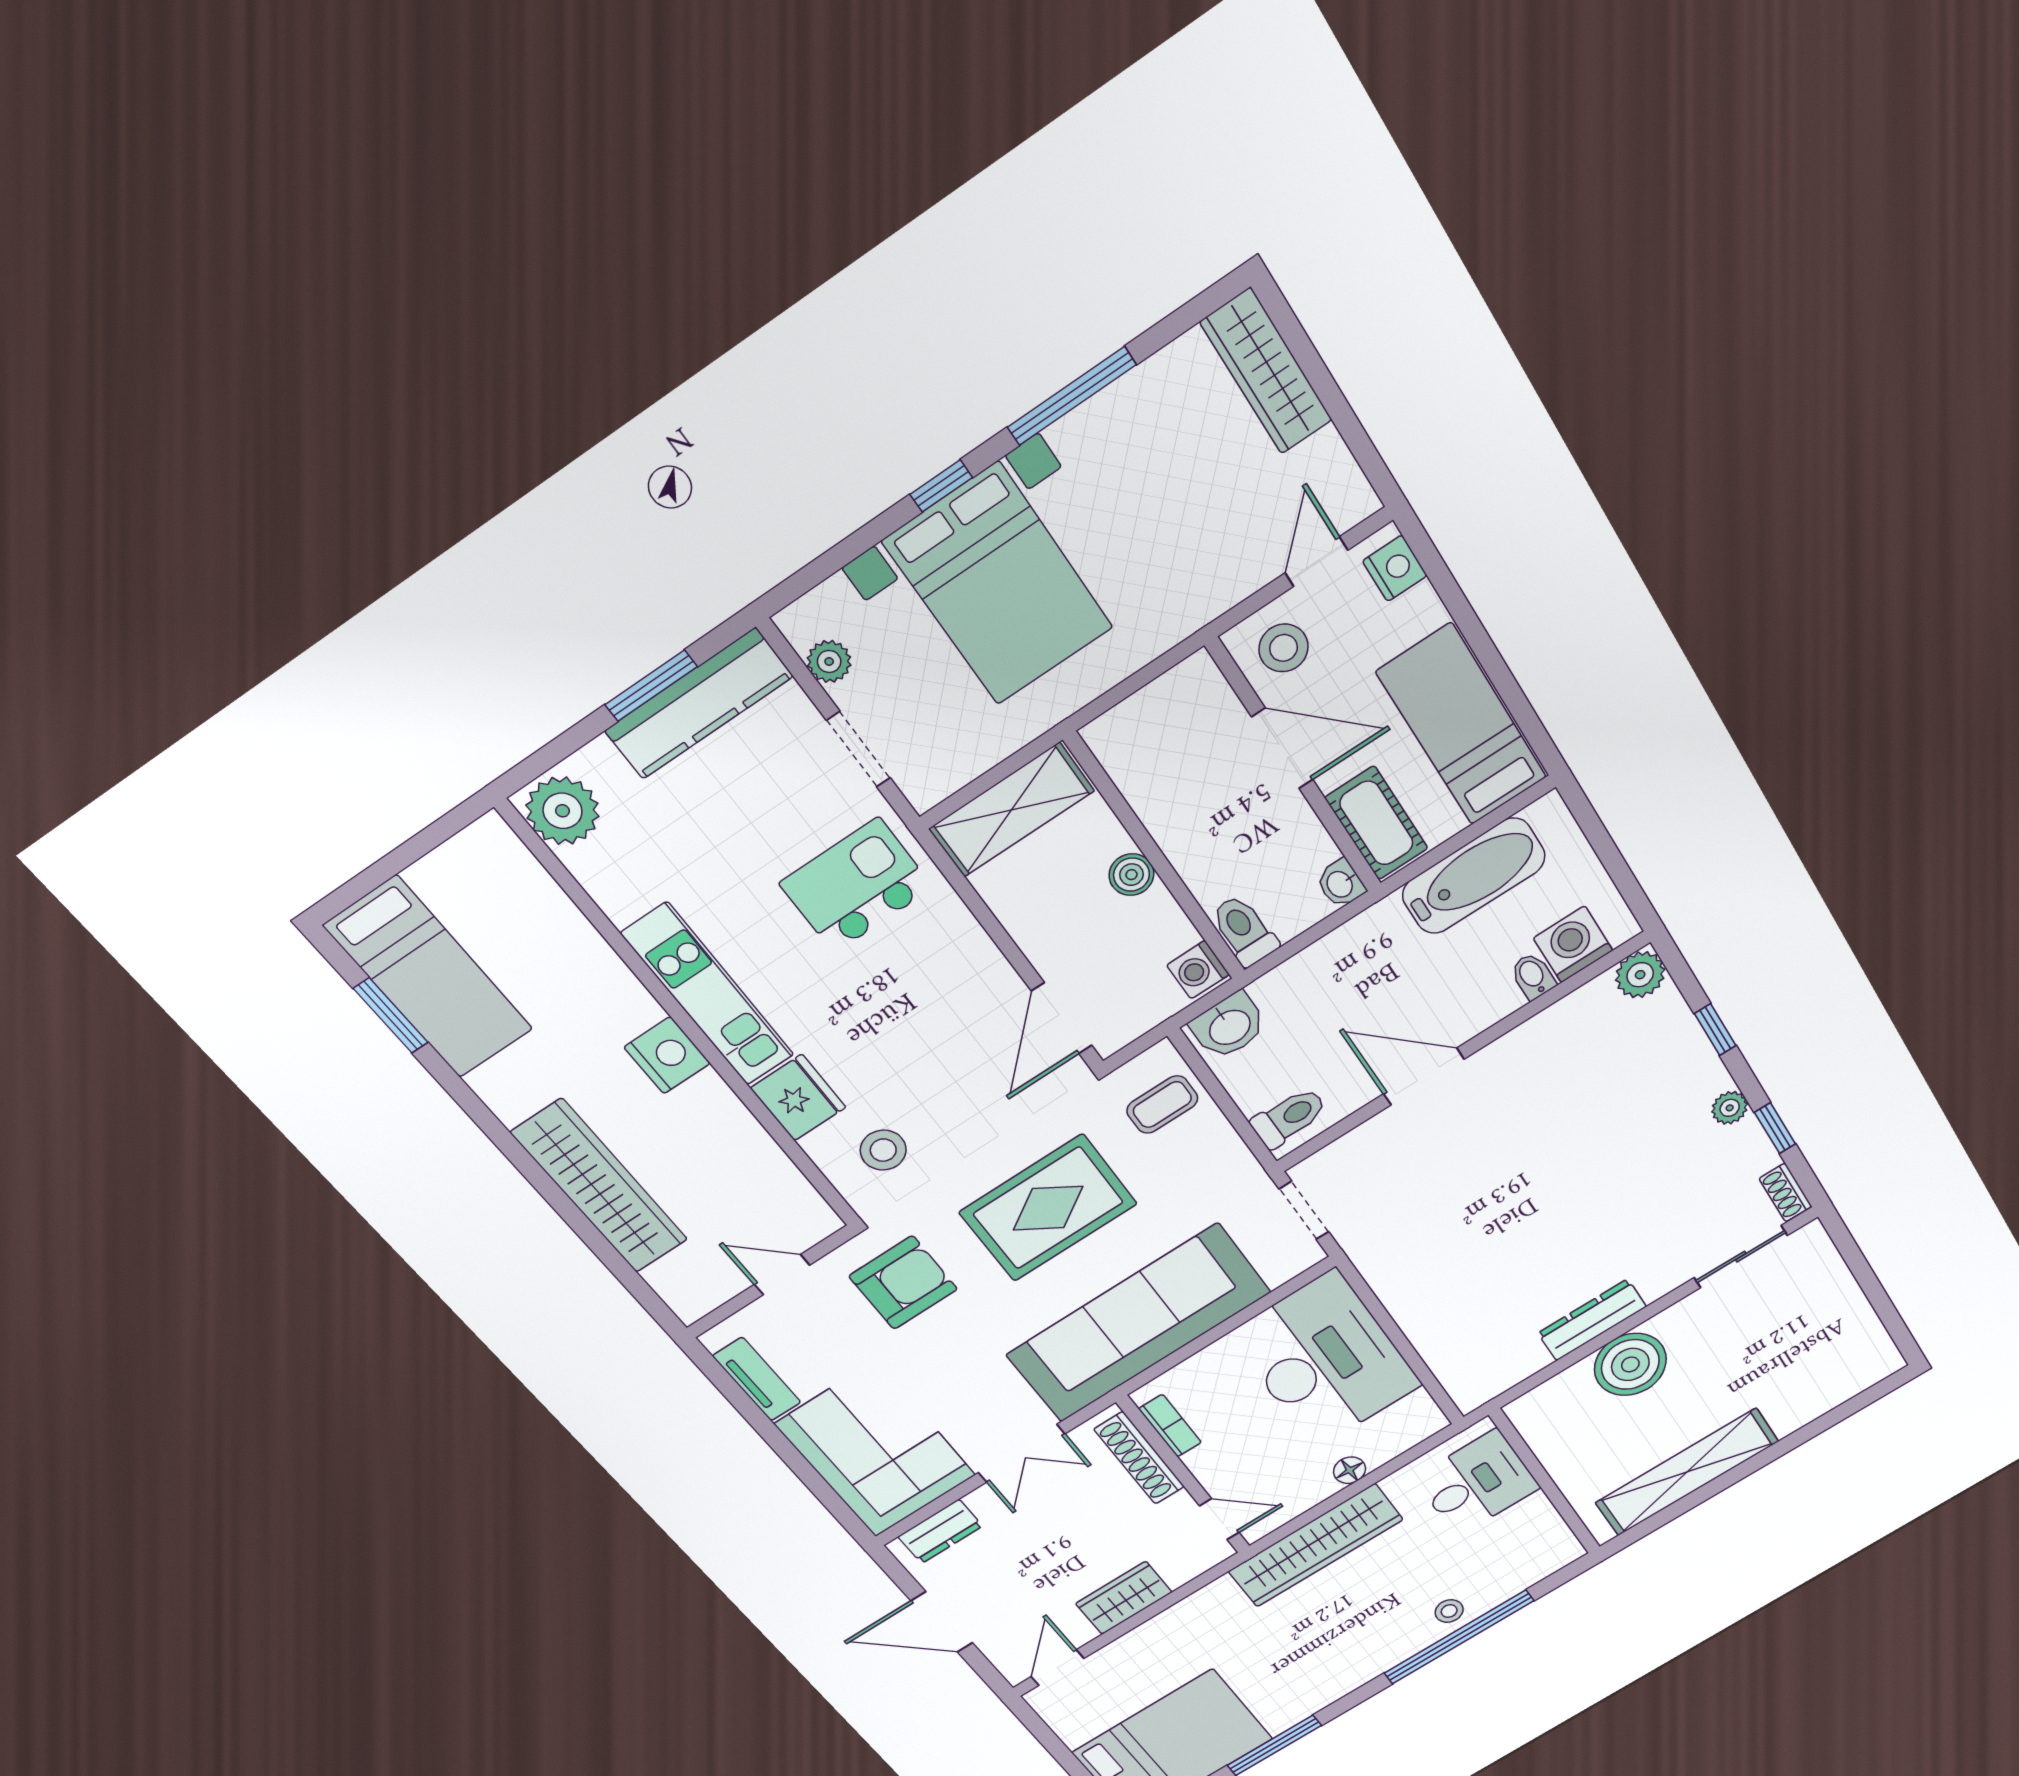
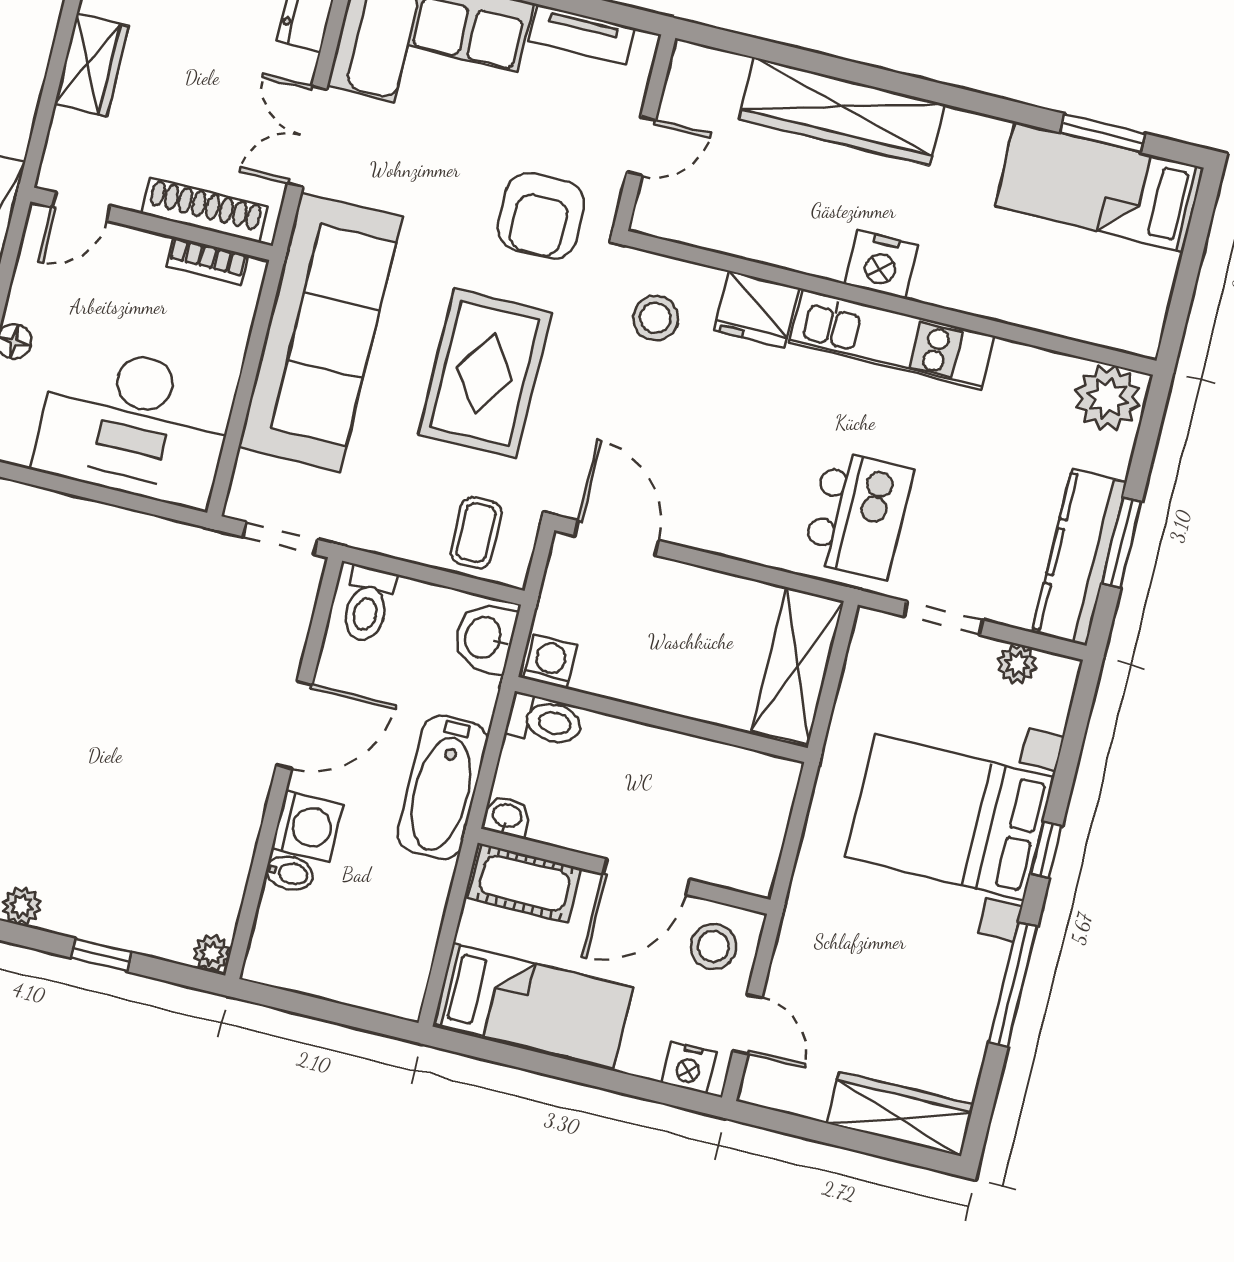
boiler: (1132, 875) -> (667, 692), removed
bathtub: (1474, 876) -> (442, 787), moved
washing machine: (1573, 944) -> (307, 826), moved
plant: (1640, 975) -> (212, 953), width x0.73, depth x0.73

